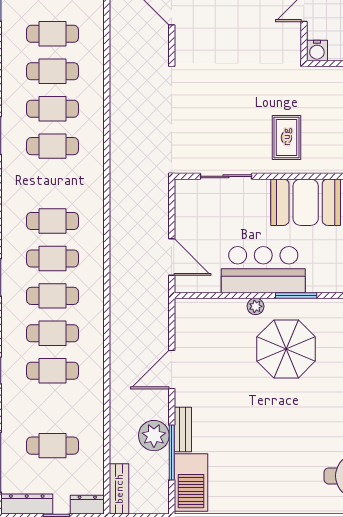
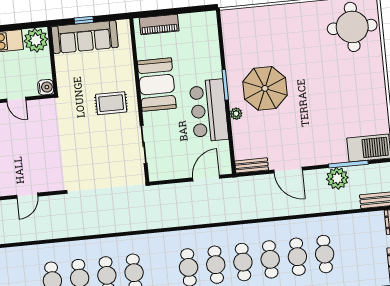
bench: (183, 430) -> (252, 165), moved
cafe table: (52, 446) -> (325, 254), moved

